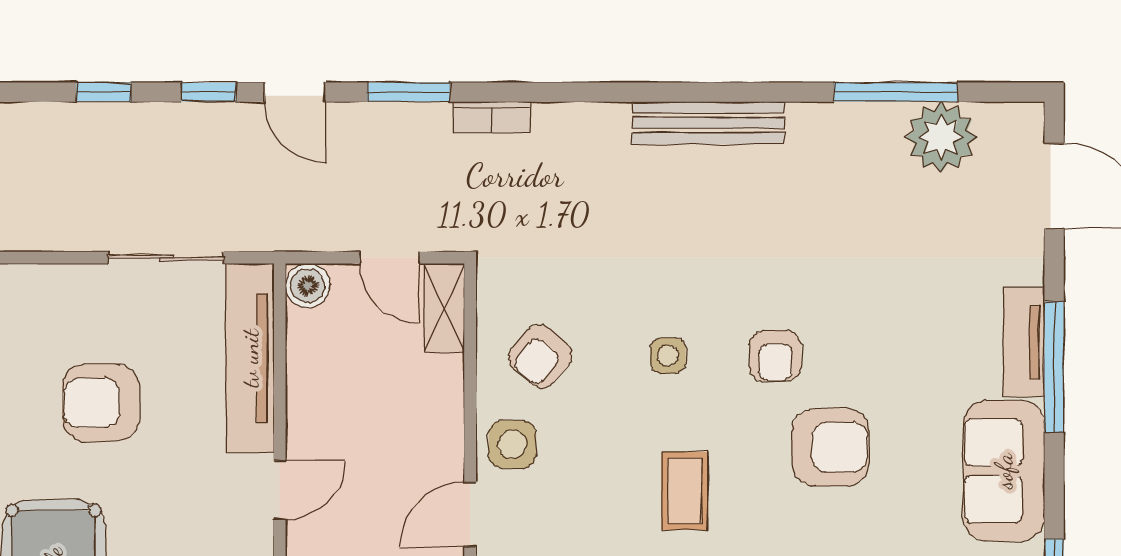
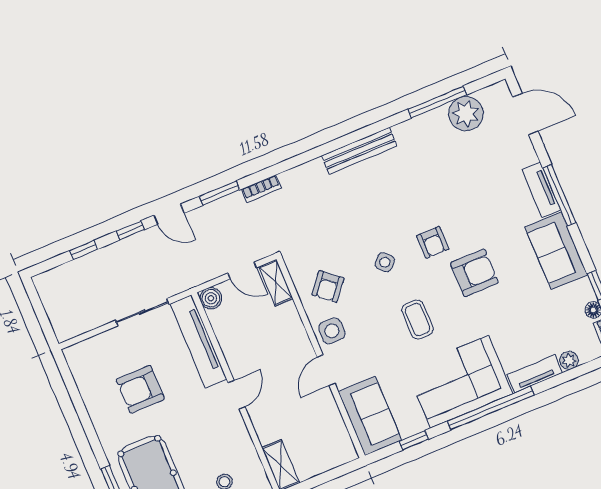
side table: (668, 356) -> (385, 262), turned 45

